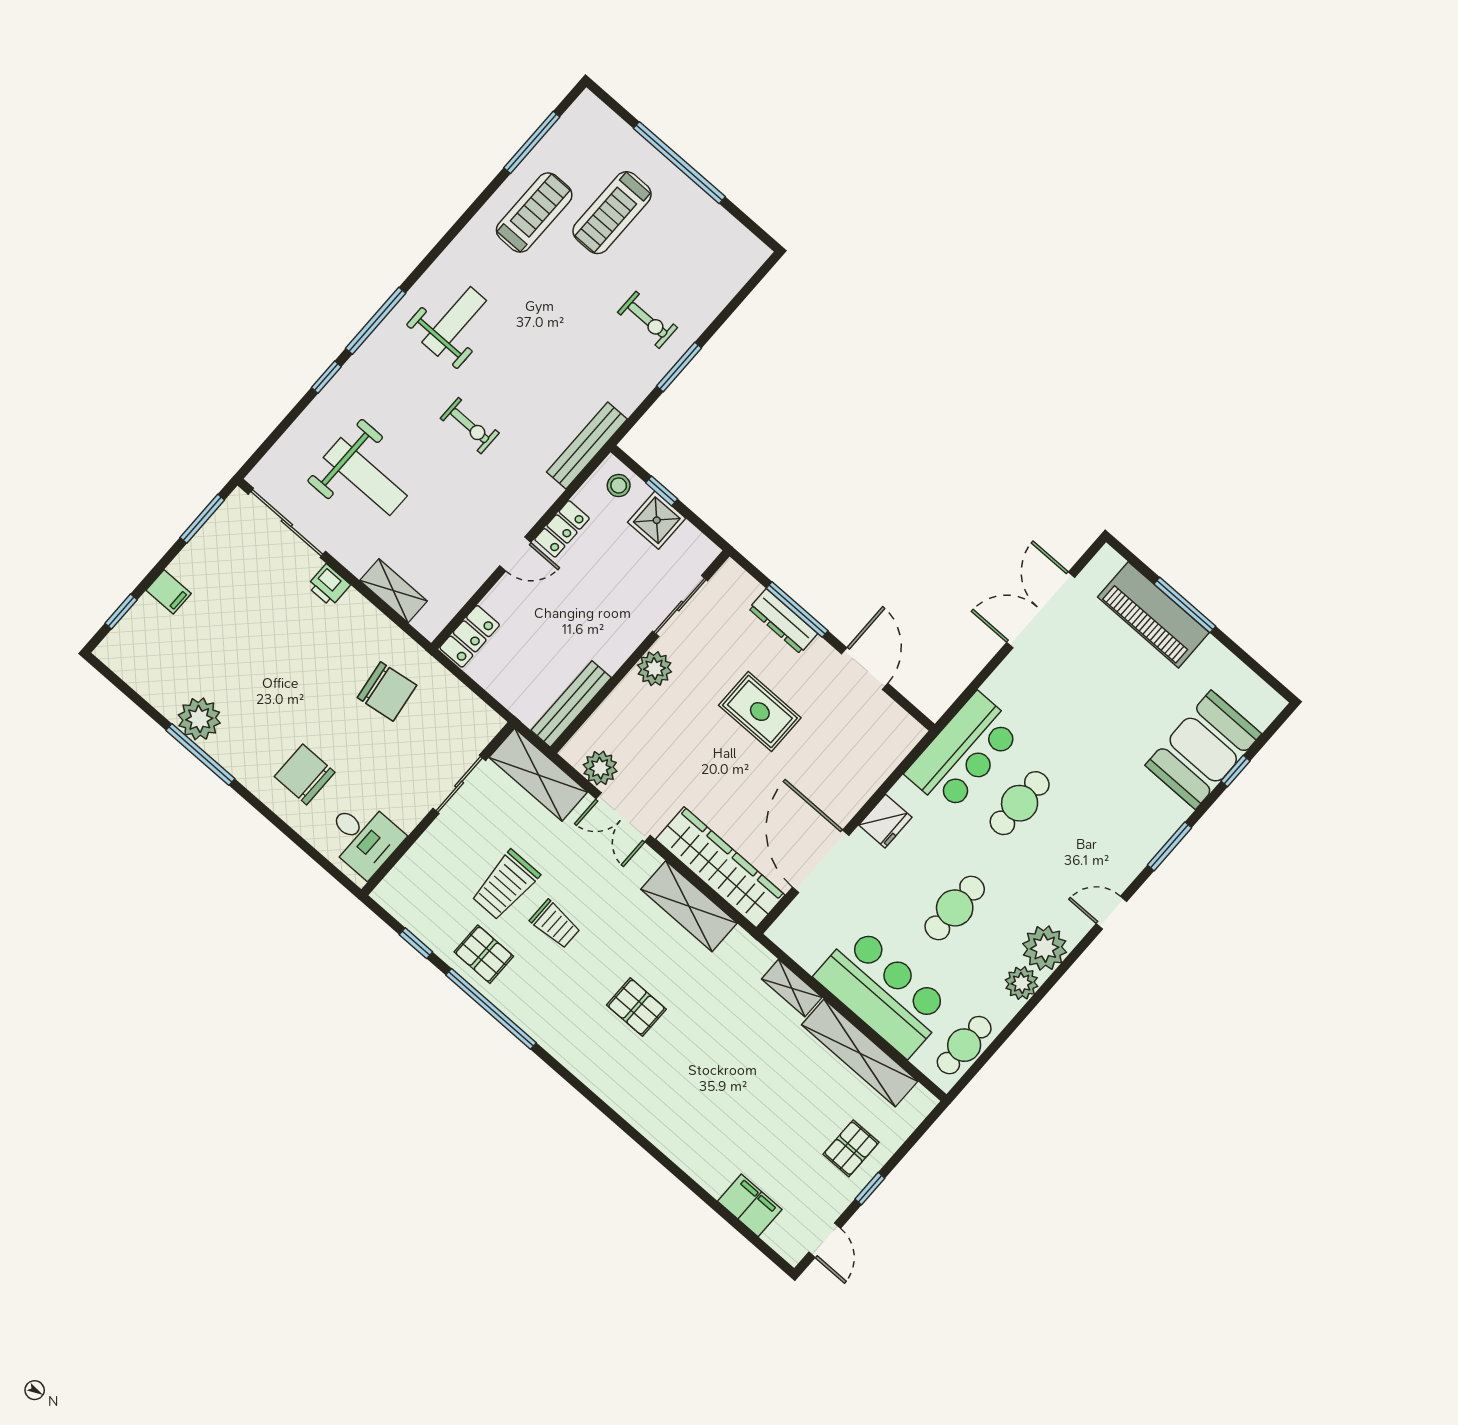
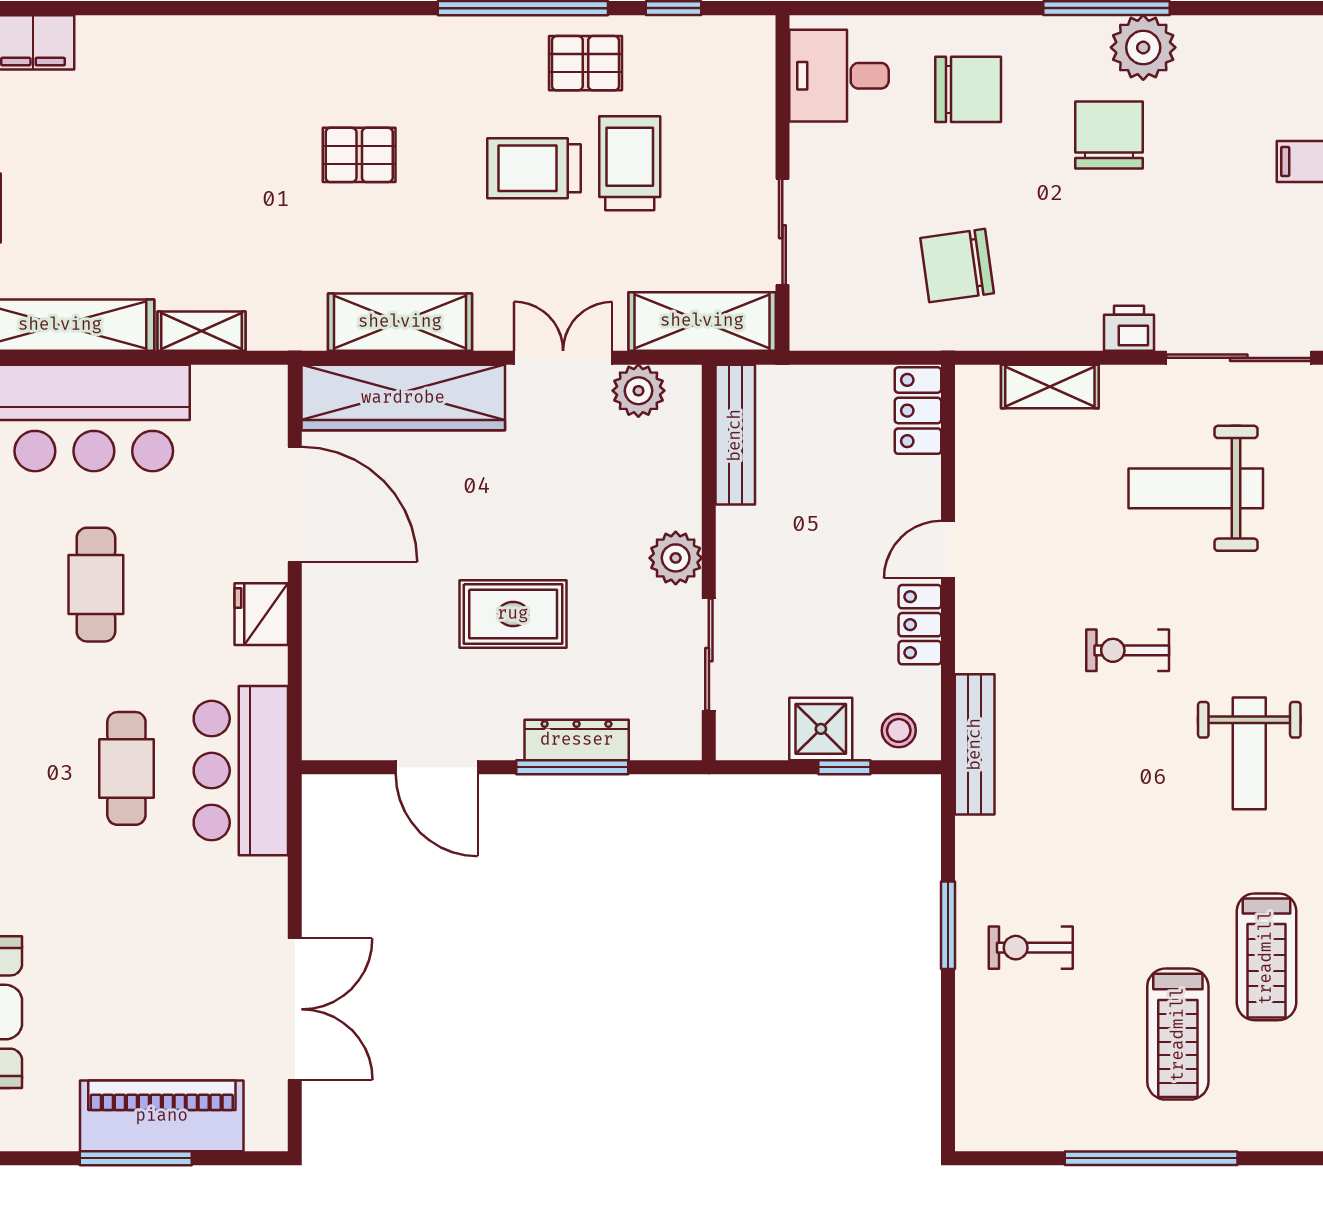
treadmill: (612, 213) -> (1178, 1034), turned 180
chair: (254, 690) -> (1109, 135), added
trolley: (555, 924) -> (534, 168), width x1.36, depth x1.39

